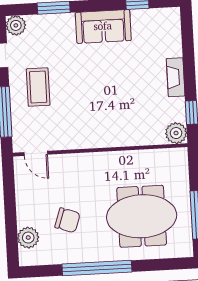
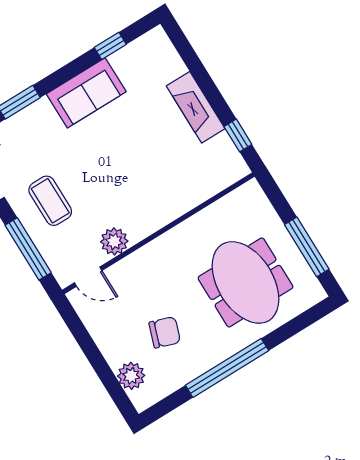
fireplace: (176, 77) -> (196, 107), width x1.37, depth x1.32
plant: (176, 133) -> (114, 241), moved
meeting table: (142, 216) -> (246, 282), turned 90

